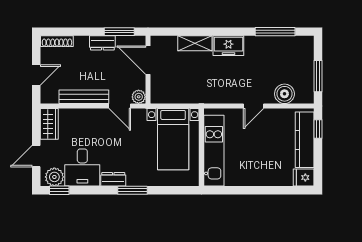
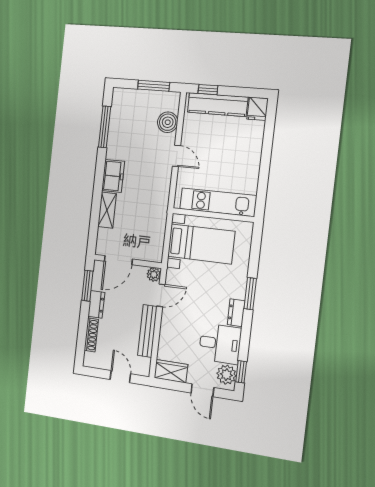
shoe rack: (57, 41) -> (91, 335), moved

